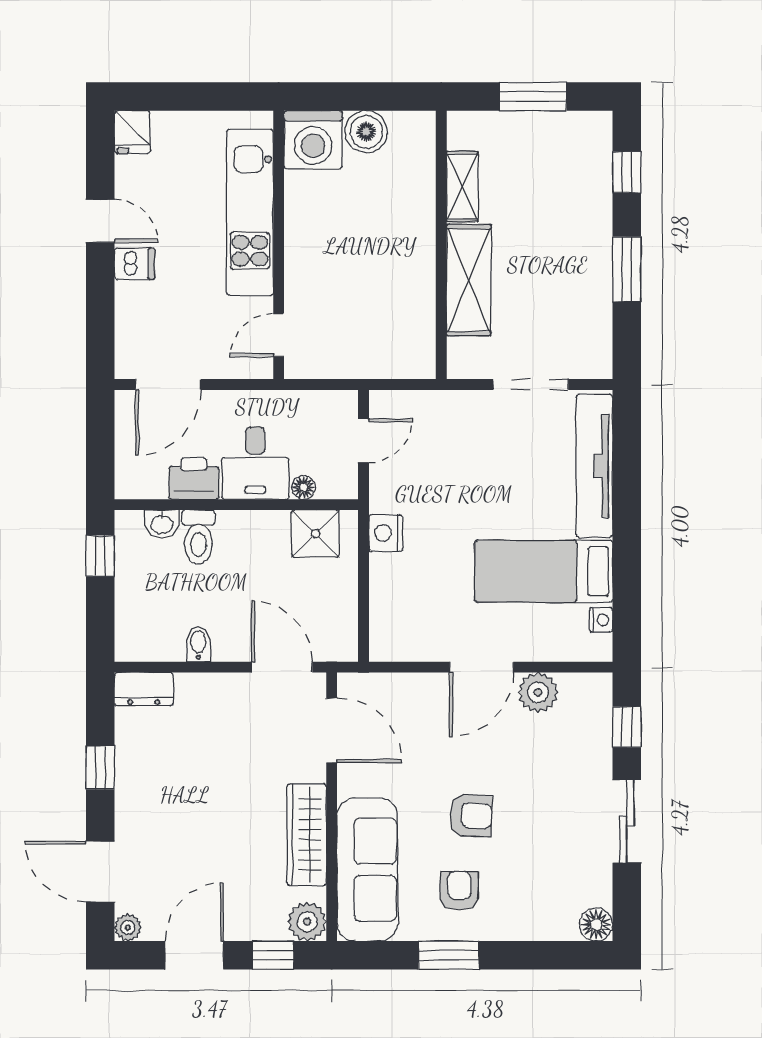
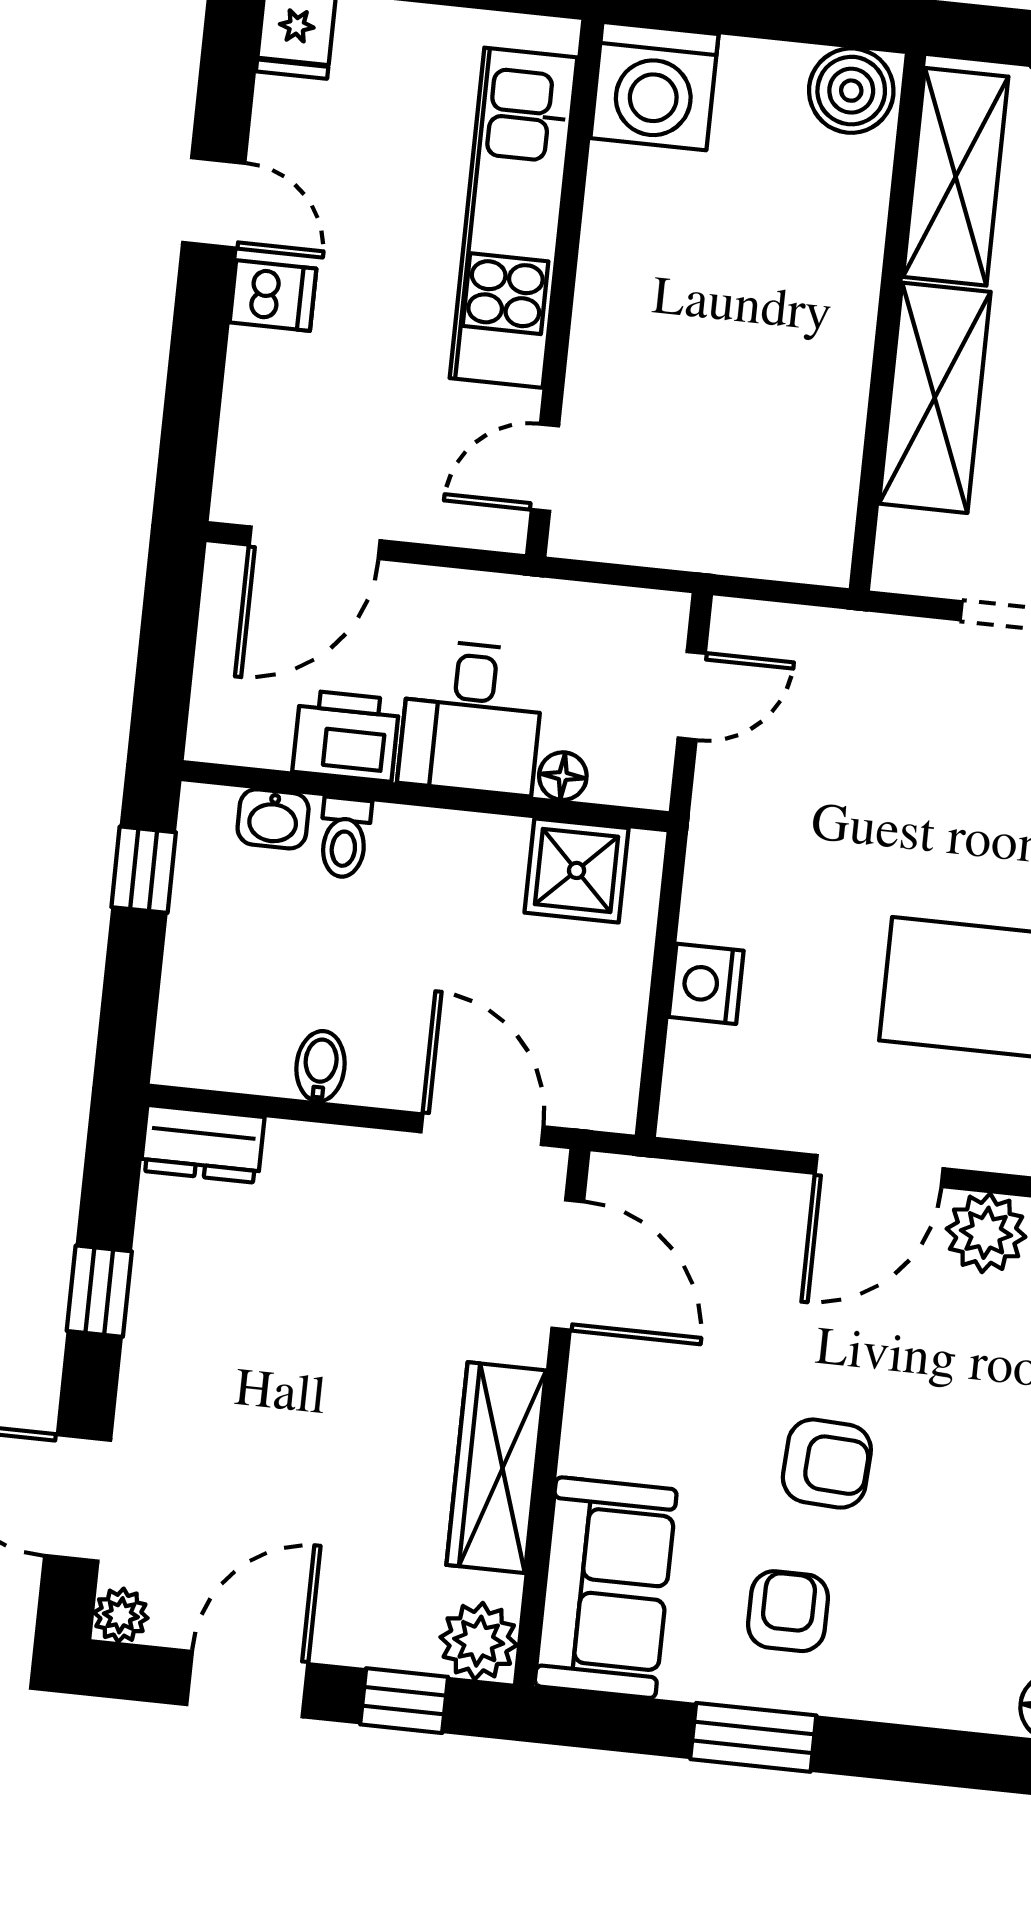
boiler: (366, 132) -> (851, 91), moved
shelving: (462, 187) -> (956, 177), width x1.50, depth x1.33
nightstand: (386, 533) -> (706, 984), moved
toilet: (198, 537) -> (344, 838), width x0.73, depth x0.72
sofa: (367, 870) -> (606, 1588), width x0.73

